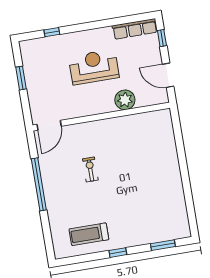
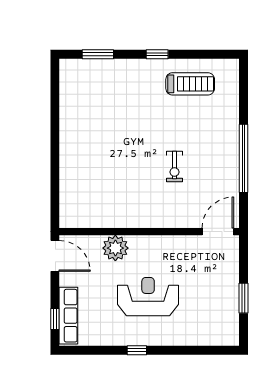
row of seats: (135, 29) -> (68, 316), moved, turned 90
window: (52, 32) -> (137, 350), moved
reception desk: (94, 67) -> (148, 297), turned 180
door: (168, 75) -> (55, 256), moved

